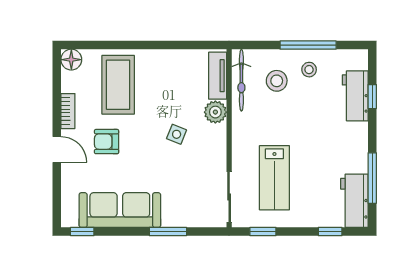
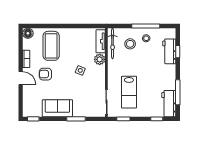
sofa: (120, 210) -> (57, 108), width x0.73

